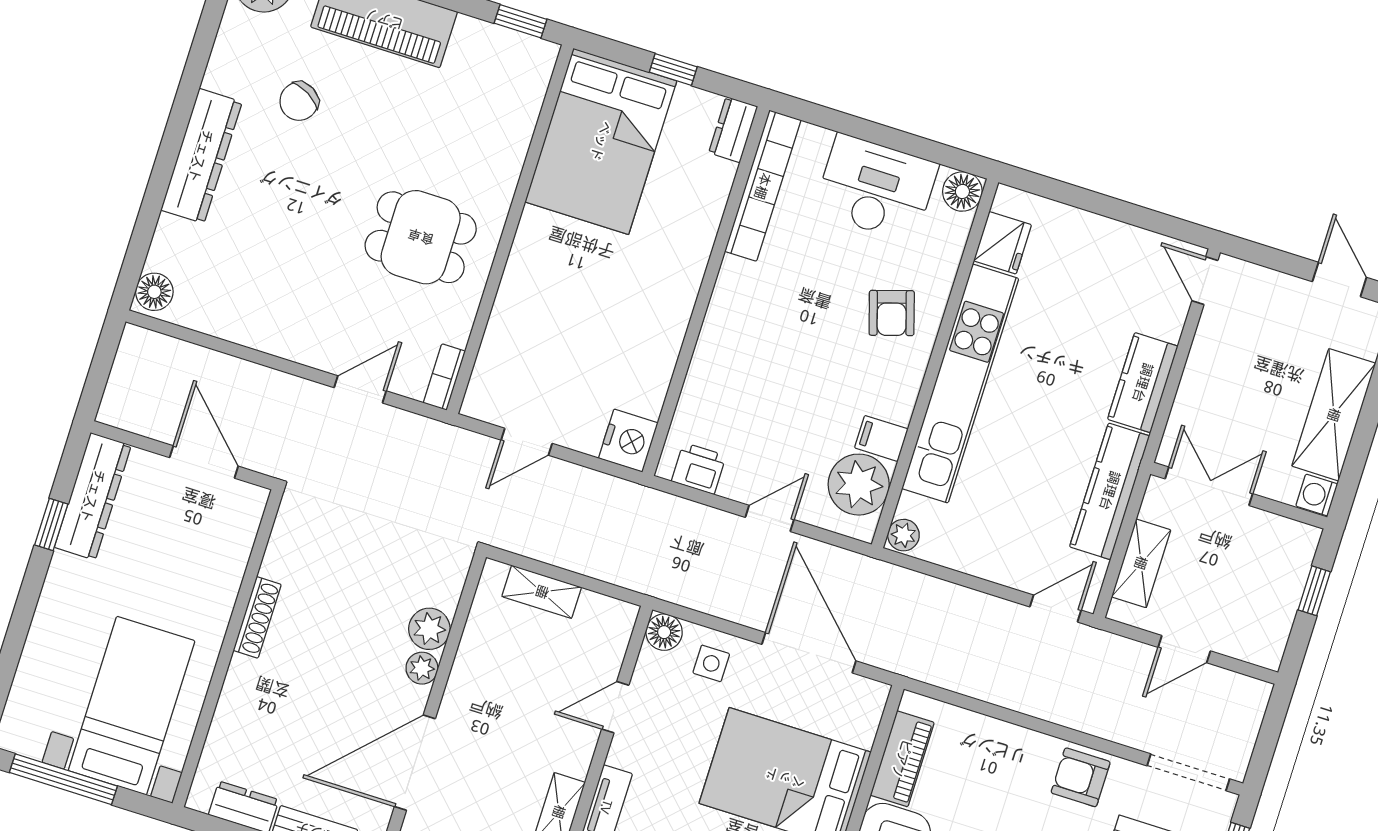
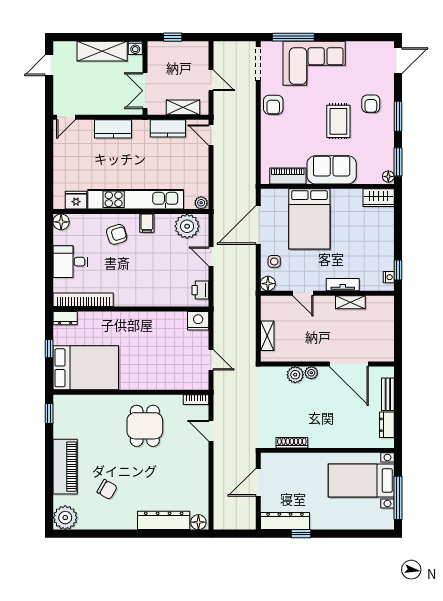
dresser: (201, 156) -> (164, 520), moved
desk: (876, 188) -> (70, 262), width x0.73
filing cabinet: (881, 438) -> (147, 223), moved
kitchen counter: (1110, 491) -> (168, 128), width x0.67
shoe rack: (257, 617) -> (292, 443), moved

